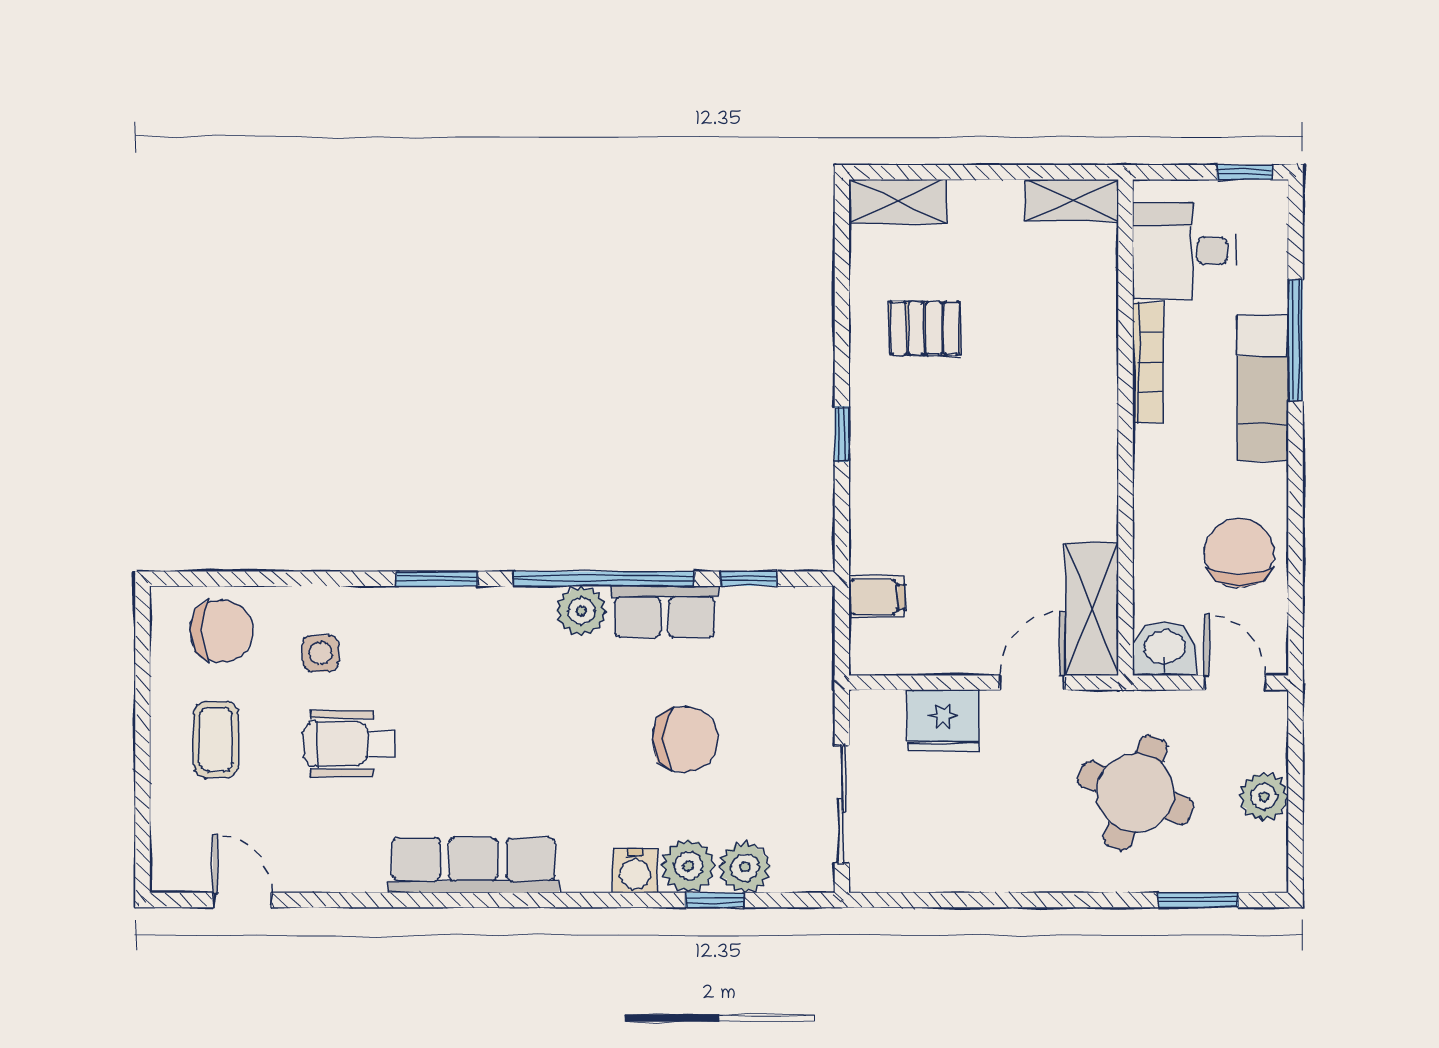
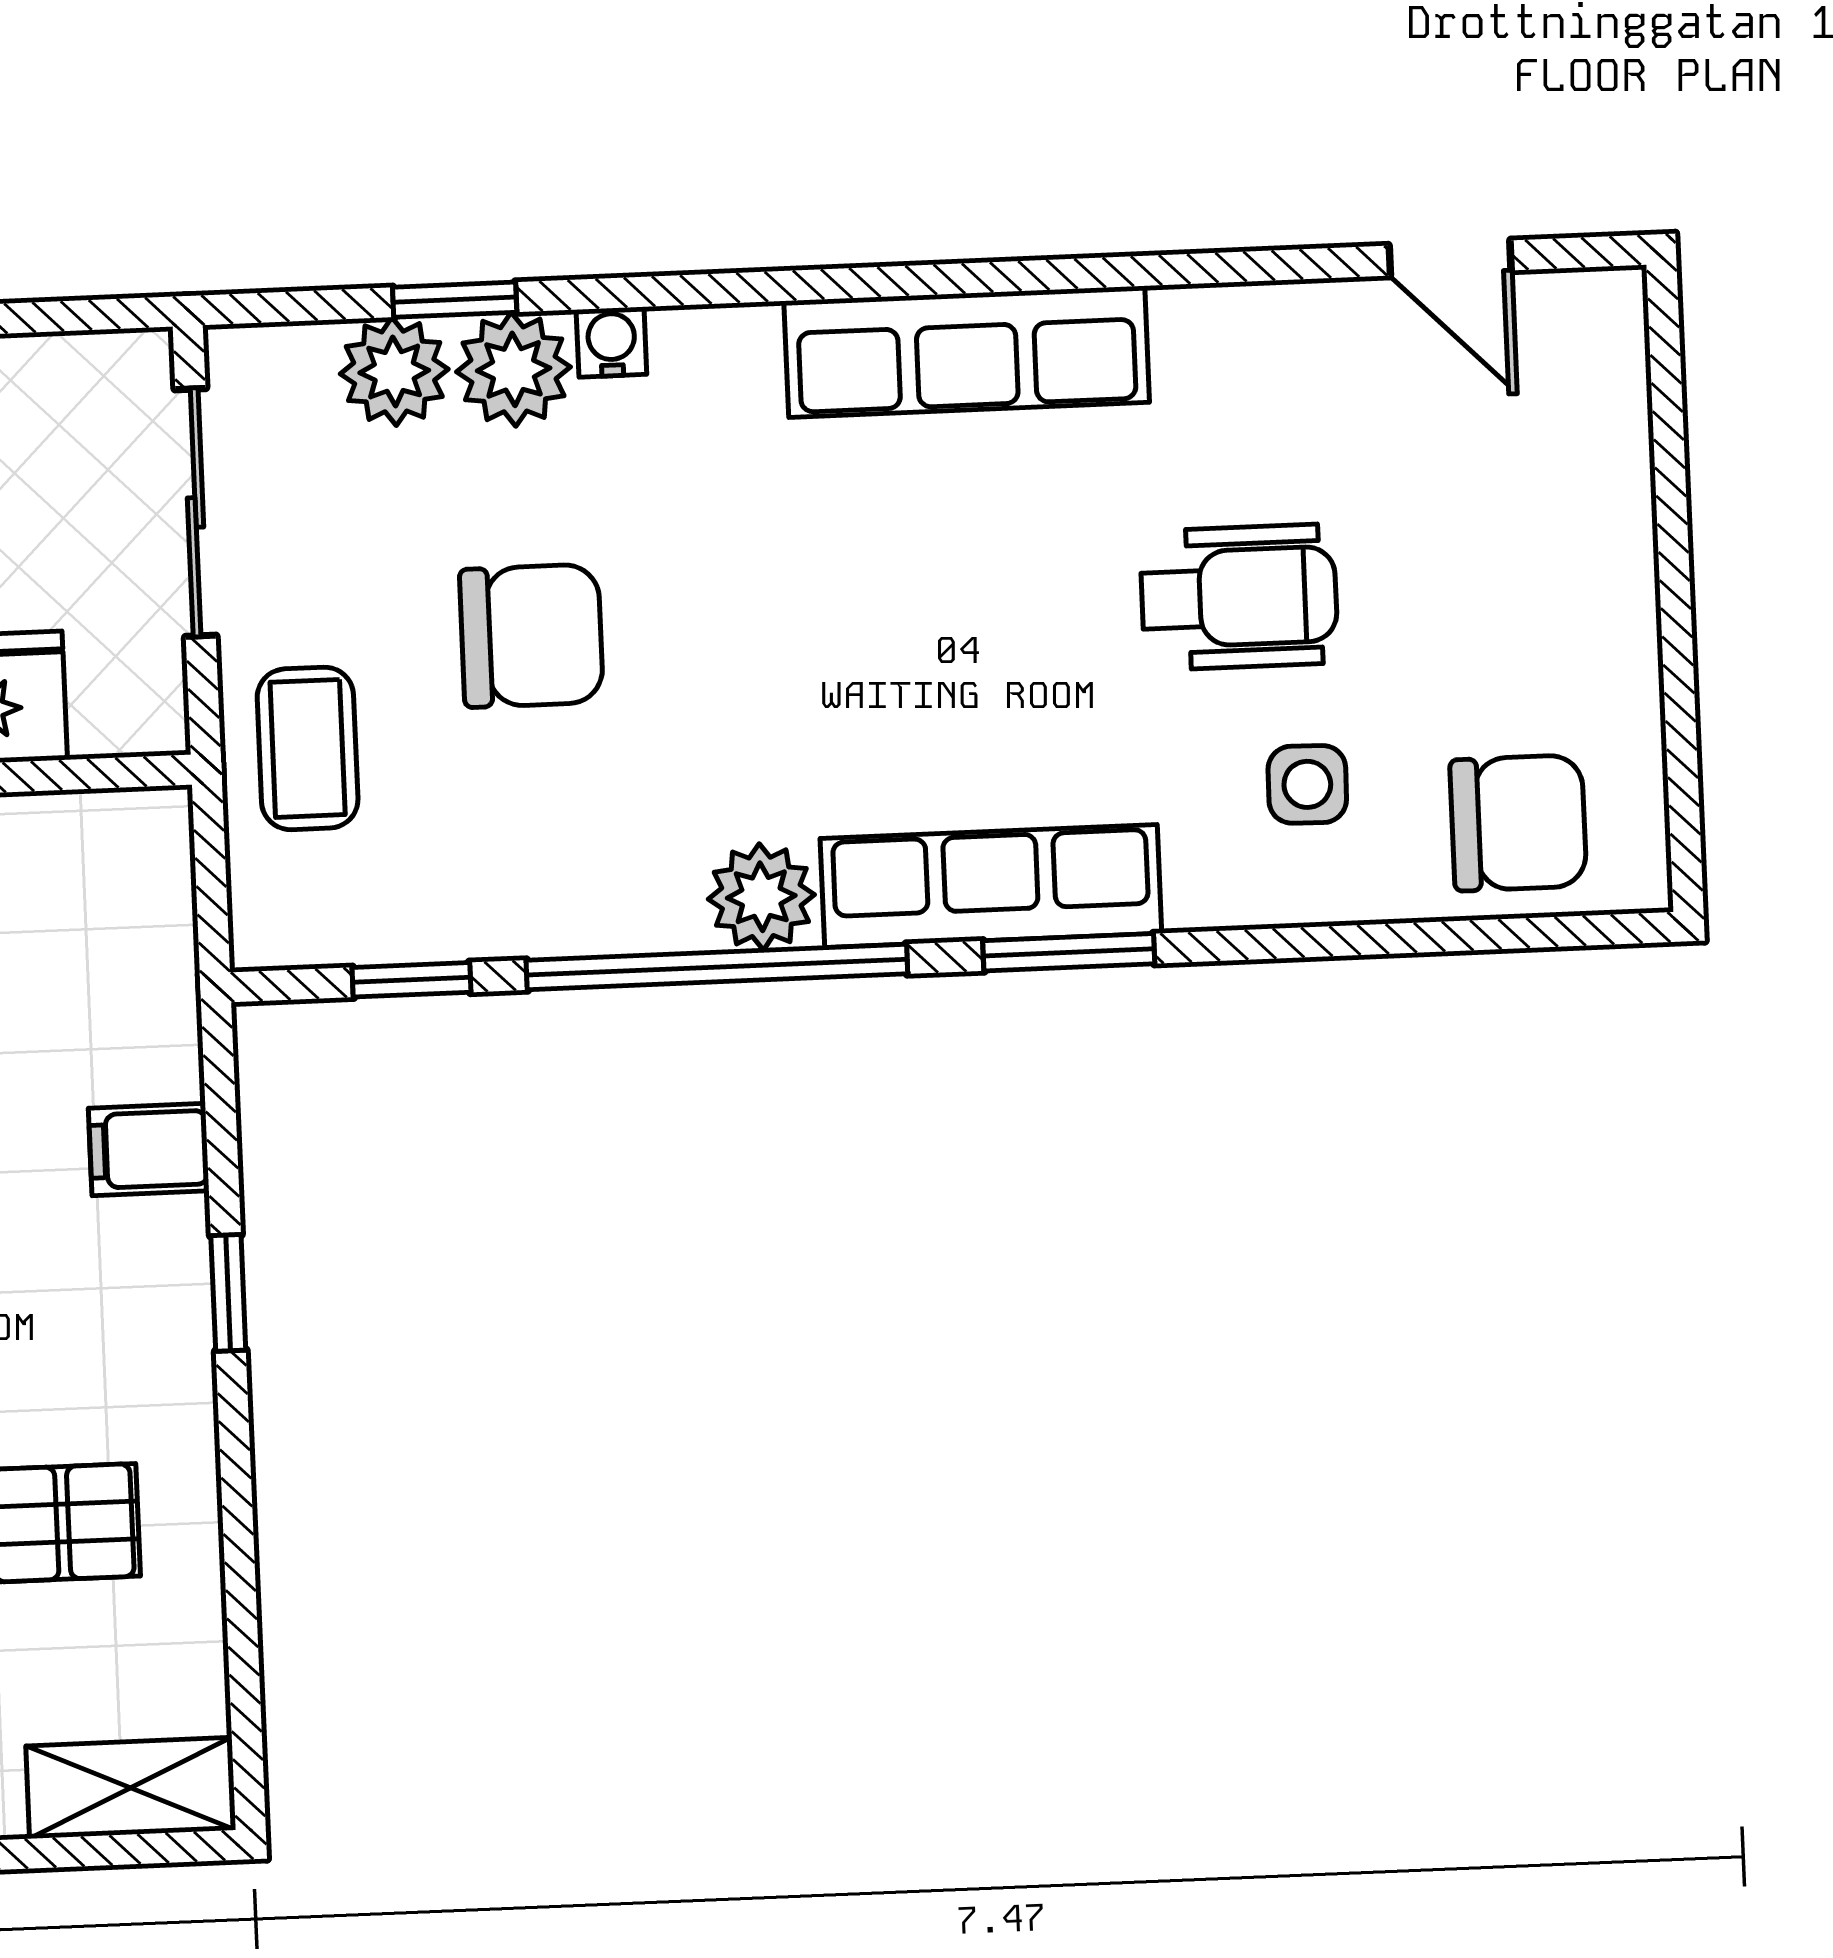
filing cabinet: (877, 597) -> (149, 1149), moved
row of seats: (665, 612) -> (991, 886), moved, width x1.48
chair: (221, 631) -> (1518, 823), turned 180
chair: (685, 739) -> (531, 636), turned 180
coffee table: (216, 740) -> (308, 748), moved
water cooler: (635, 871) -> (611, 342), width x0.72, depth x0.72

